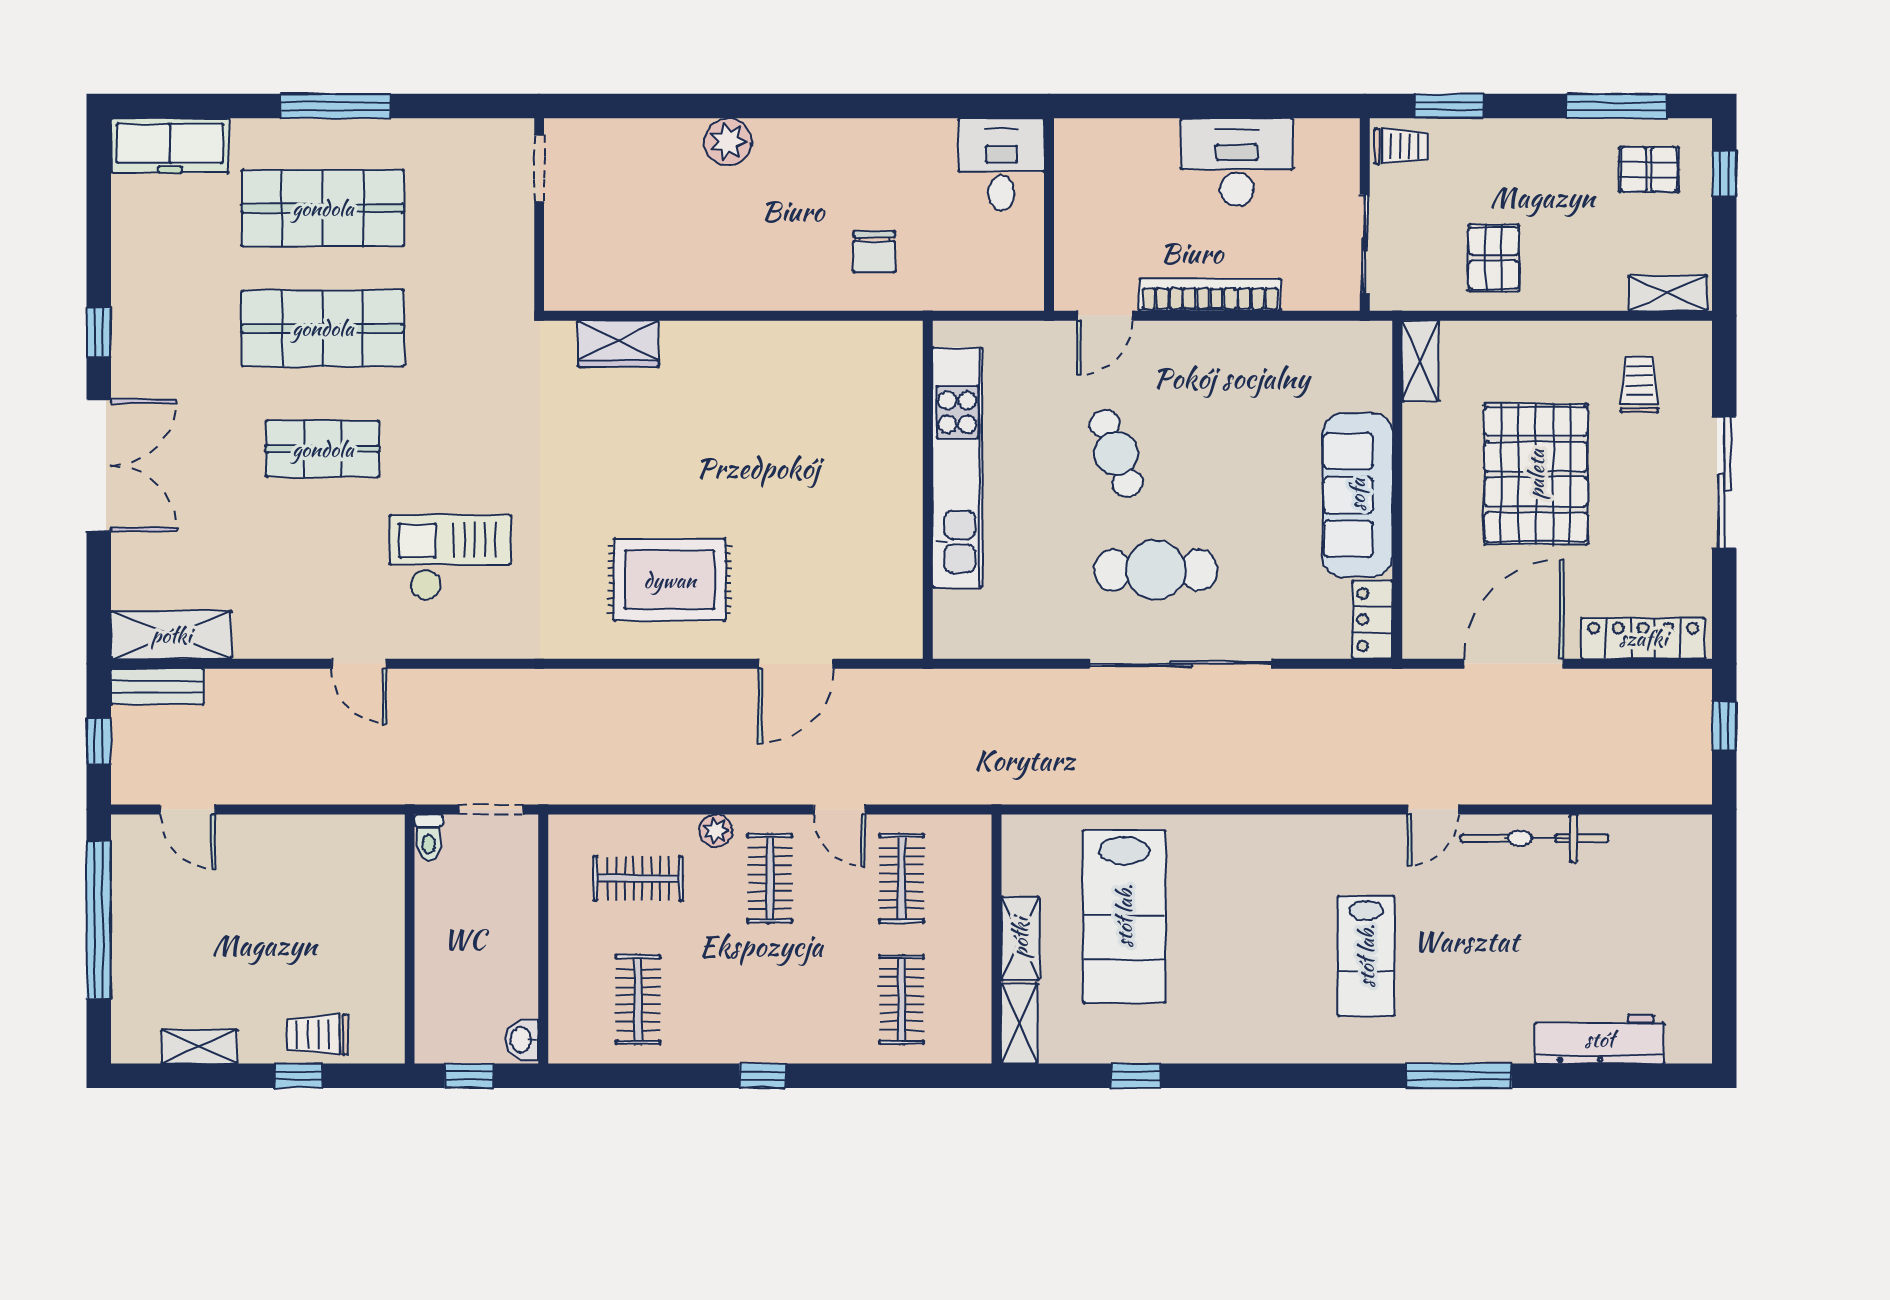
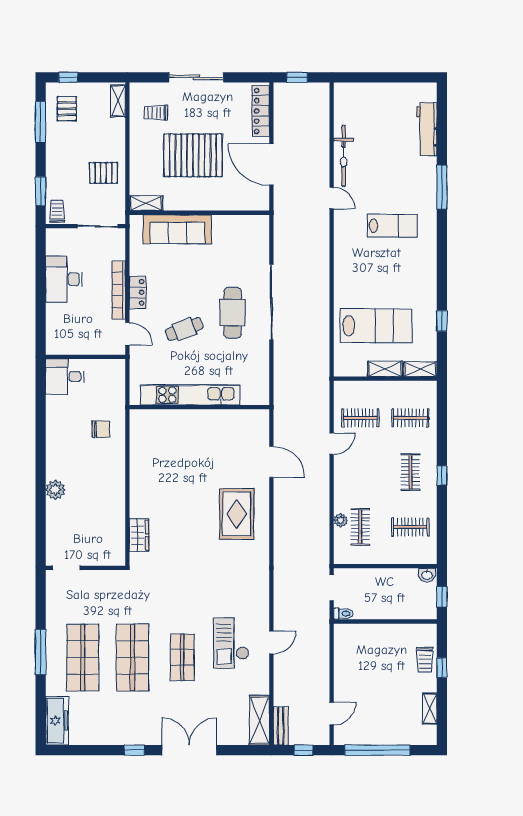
sofa: (1357, 495) -> (177, 229), moved
checkout: (450, 558) -> (231, 643), moved
locker: (1373, 620) -> (138, 292), moved, turned -90
plant: (716, 831) -> (341, 520), moved
clothes rail: (770, 878) -> (410, 472), moved, turned 90

